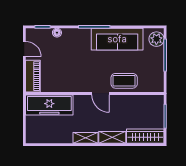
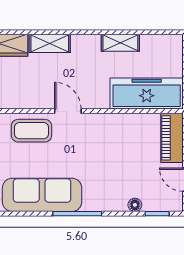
shelving: (86, 138) -> (120, 43), moved

